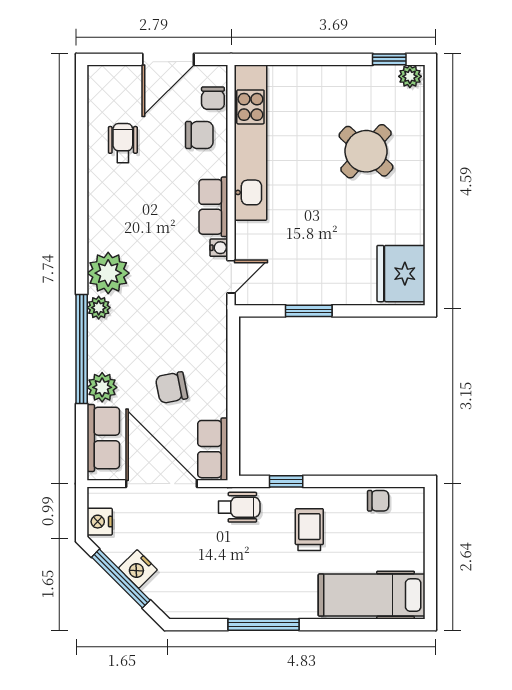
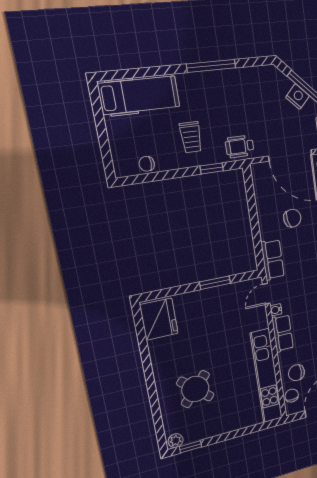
row of seats: (213, 449) -> (273, 260), moved

